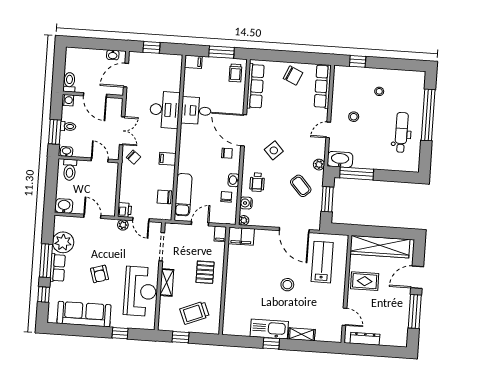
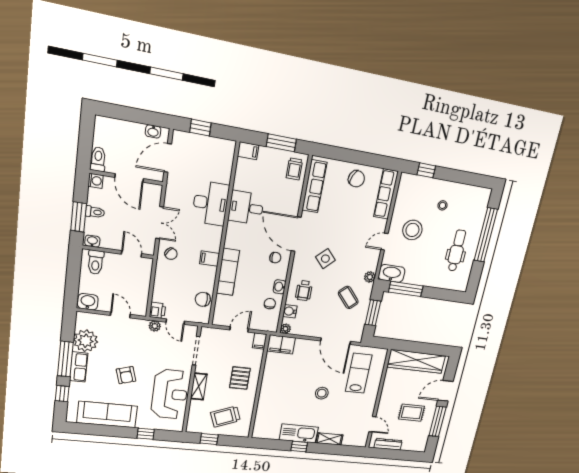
stool: (354, 117) -> (412, 230), width x1.89, depth x1.89
exam couch: (183, 195) -> (228, 272), moved
rug: (365, 281) -> (412, 413), moved

